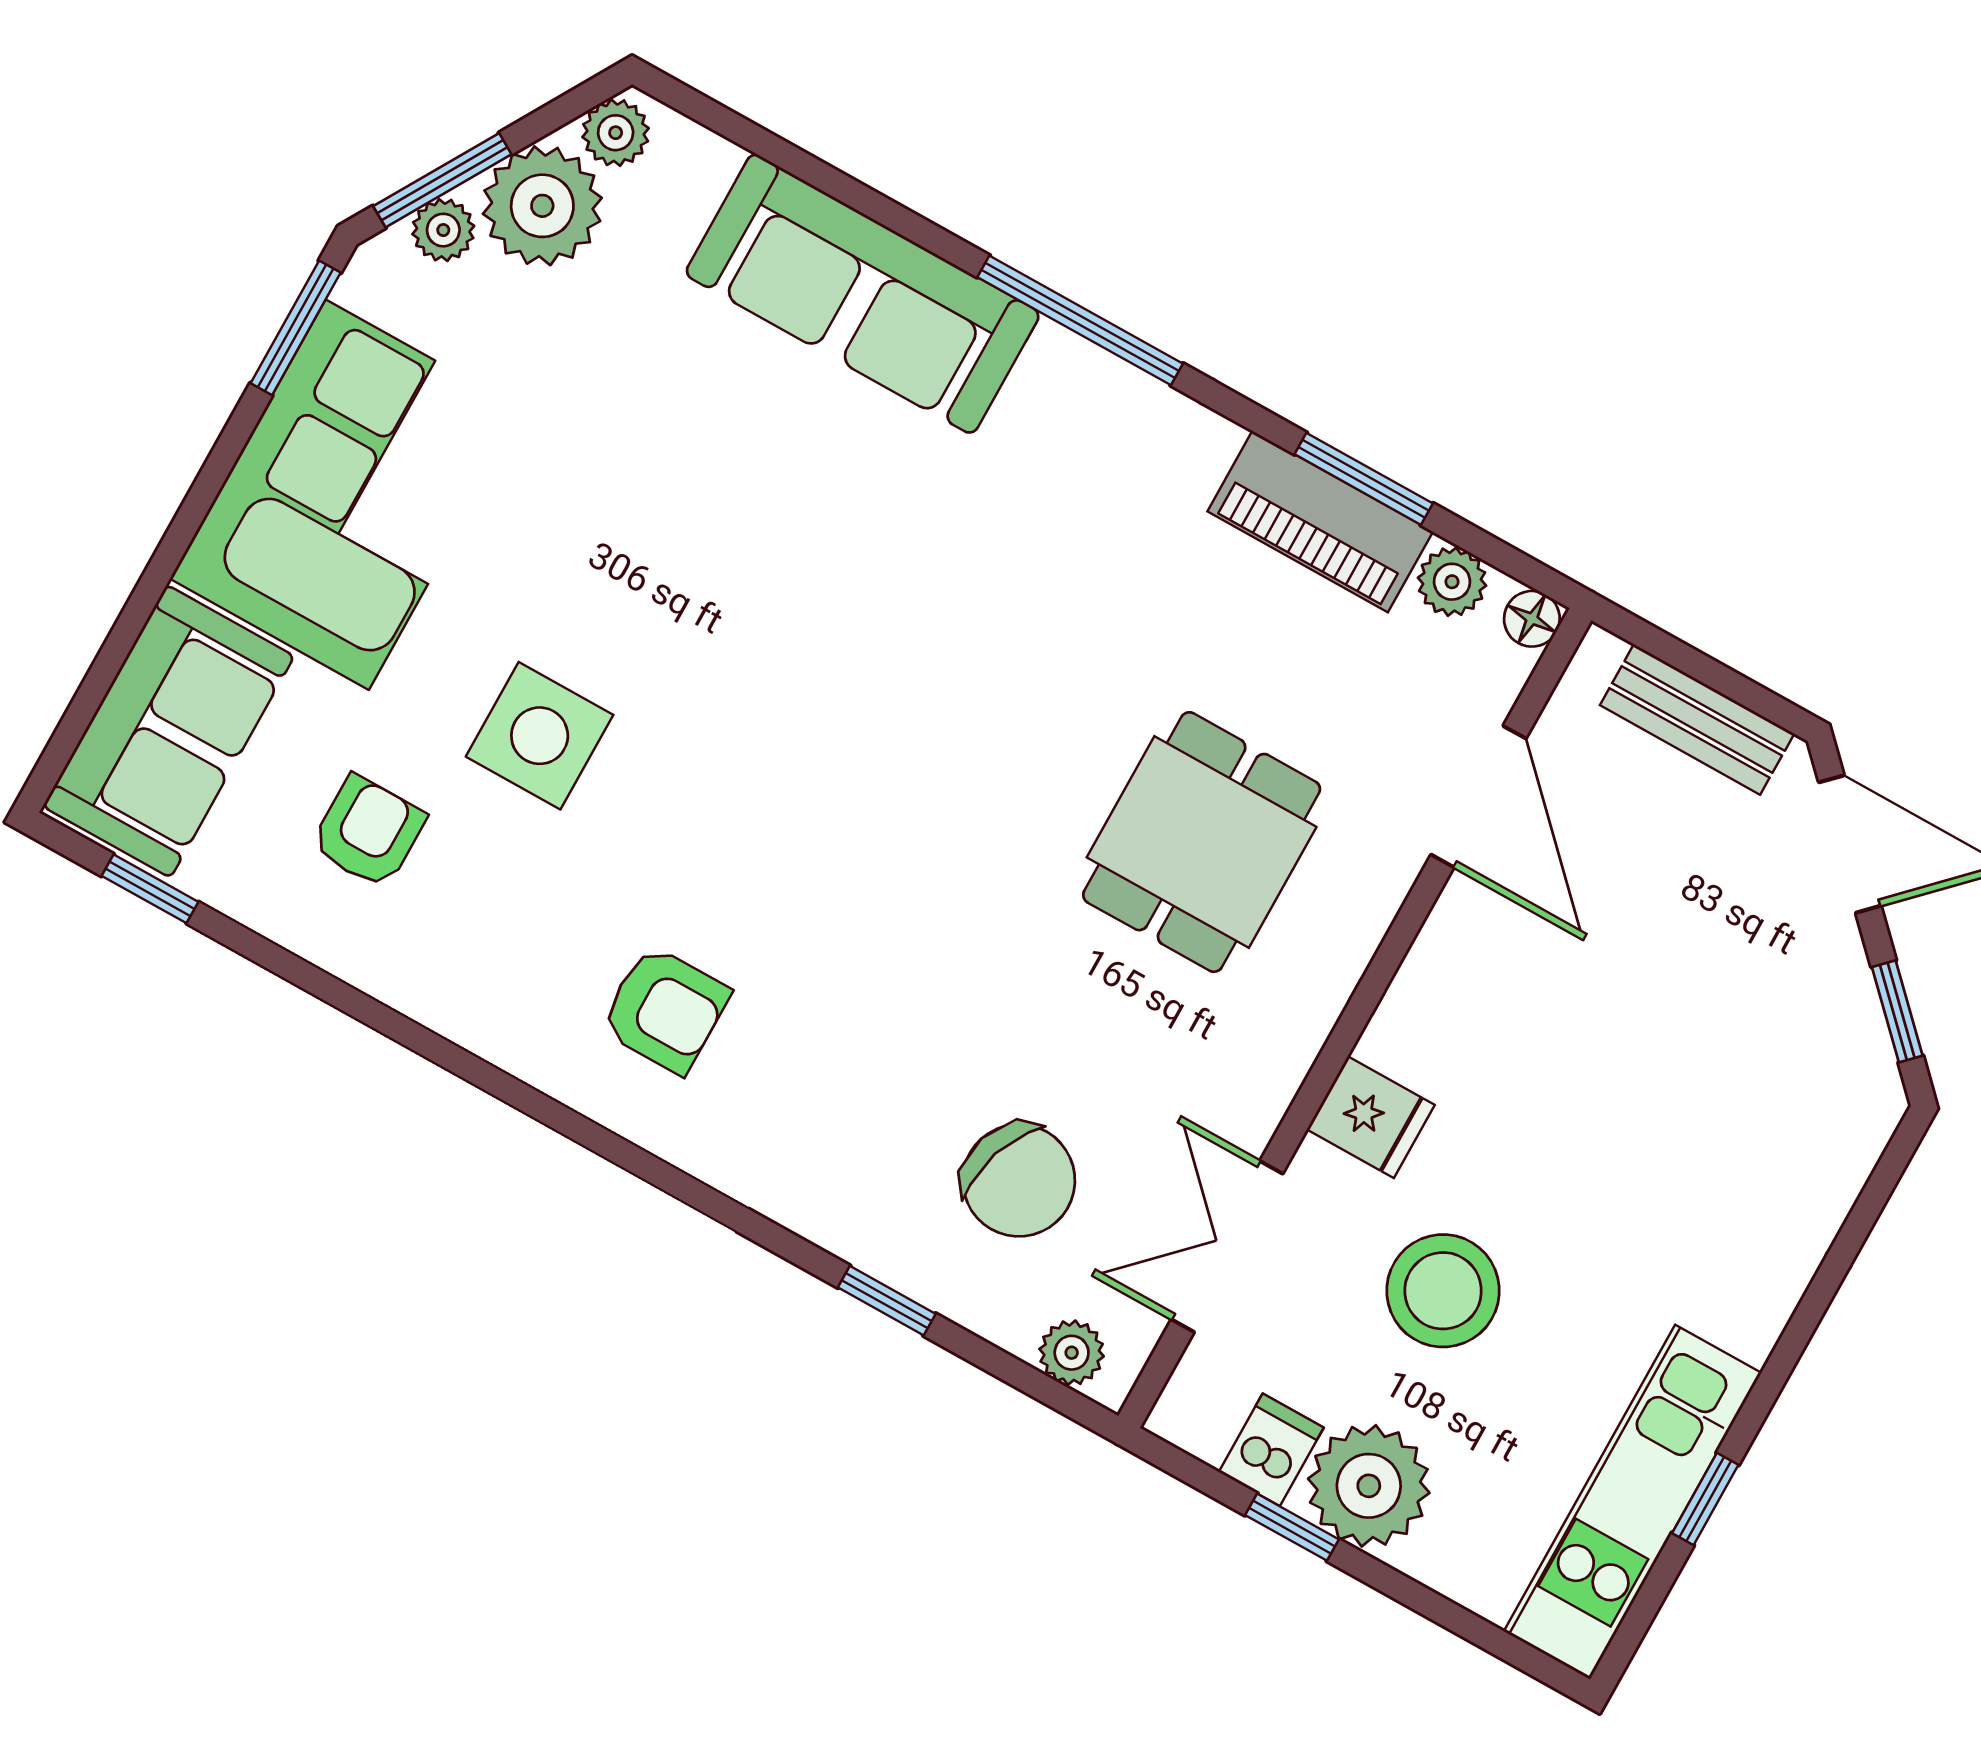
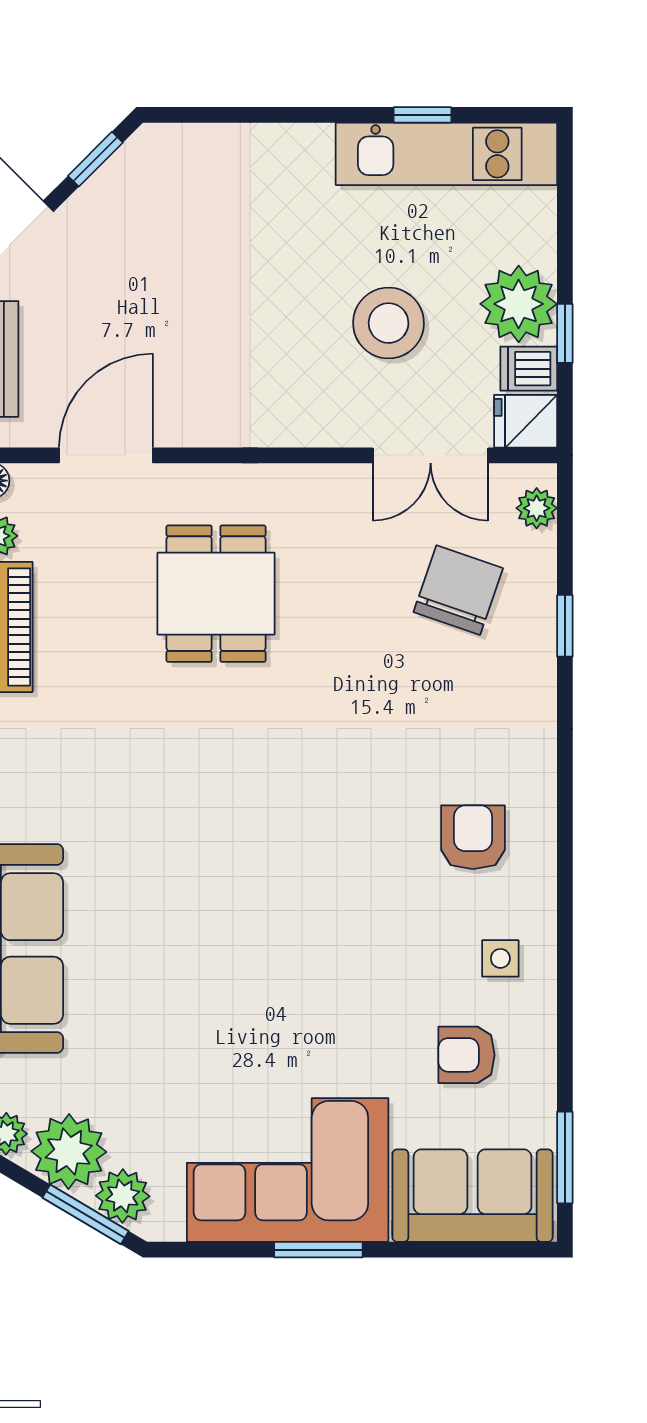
plant: (443, 230) -> (123, 1196), width x1.38, depth x1.38
window: (296, 328) -> (318, 1250), moved
side table: (540, 736) -> (500, 958), moved, width x0.54, depth x0.54
dining table: (1202, 842) -> (216, 594), turned 90
window: (150, 889) -> (565, 1157), width x1.50
fridge: (1371, 1117) -> (526, 421), moved, turned -90

